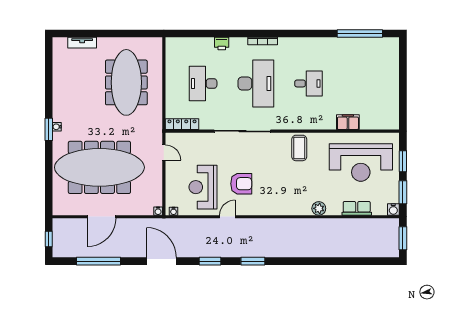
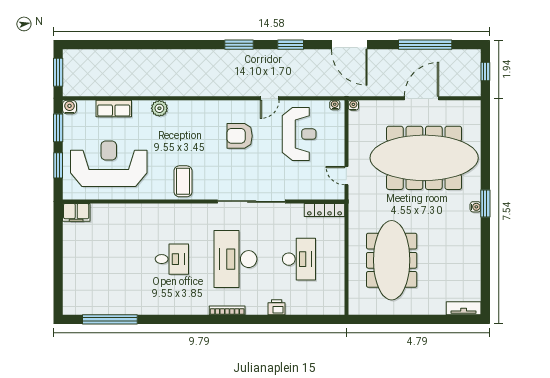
tv unit: (82, 43) -> (464, 308), moved
desk: (309, 83) -> (172, 259), turned 180
filing cabinet: (348, 122) -> (76, 212), moved
armchair: (241, 184) -> (240, 136), moved

